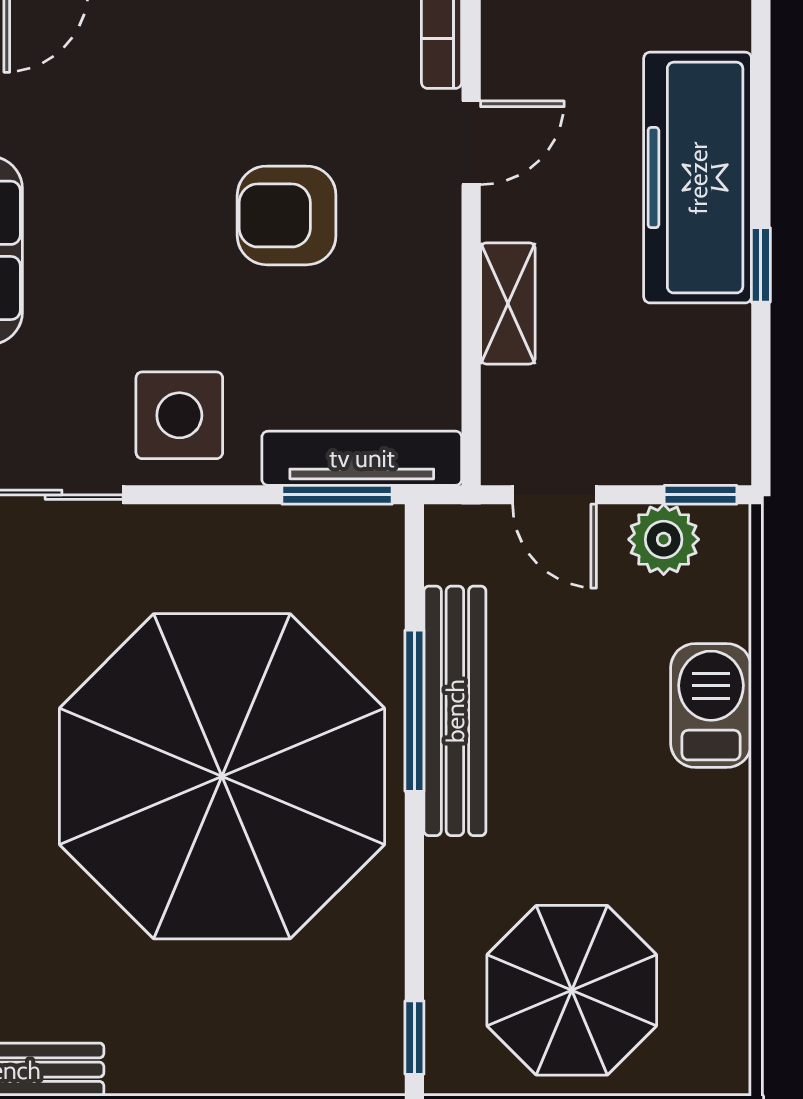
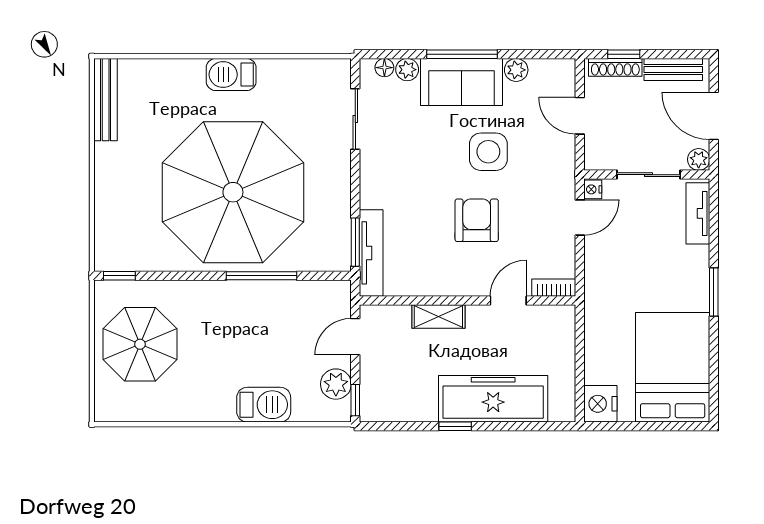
door: (471, 143) -> (508, 300), swing flipped
side table: (179, 415) -> (488, 152), moved
bench: (455, 711) -> (261, 293), removed

